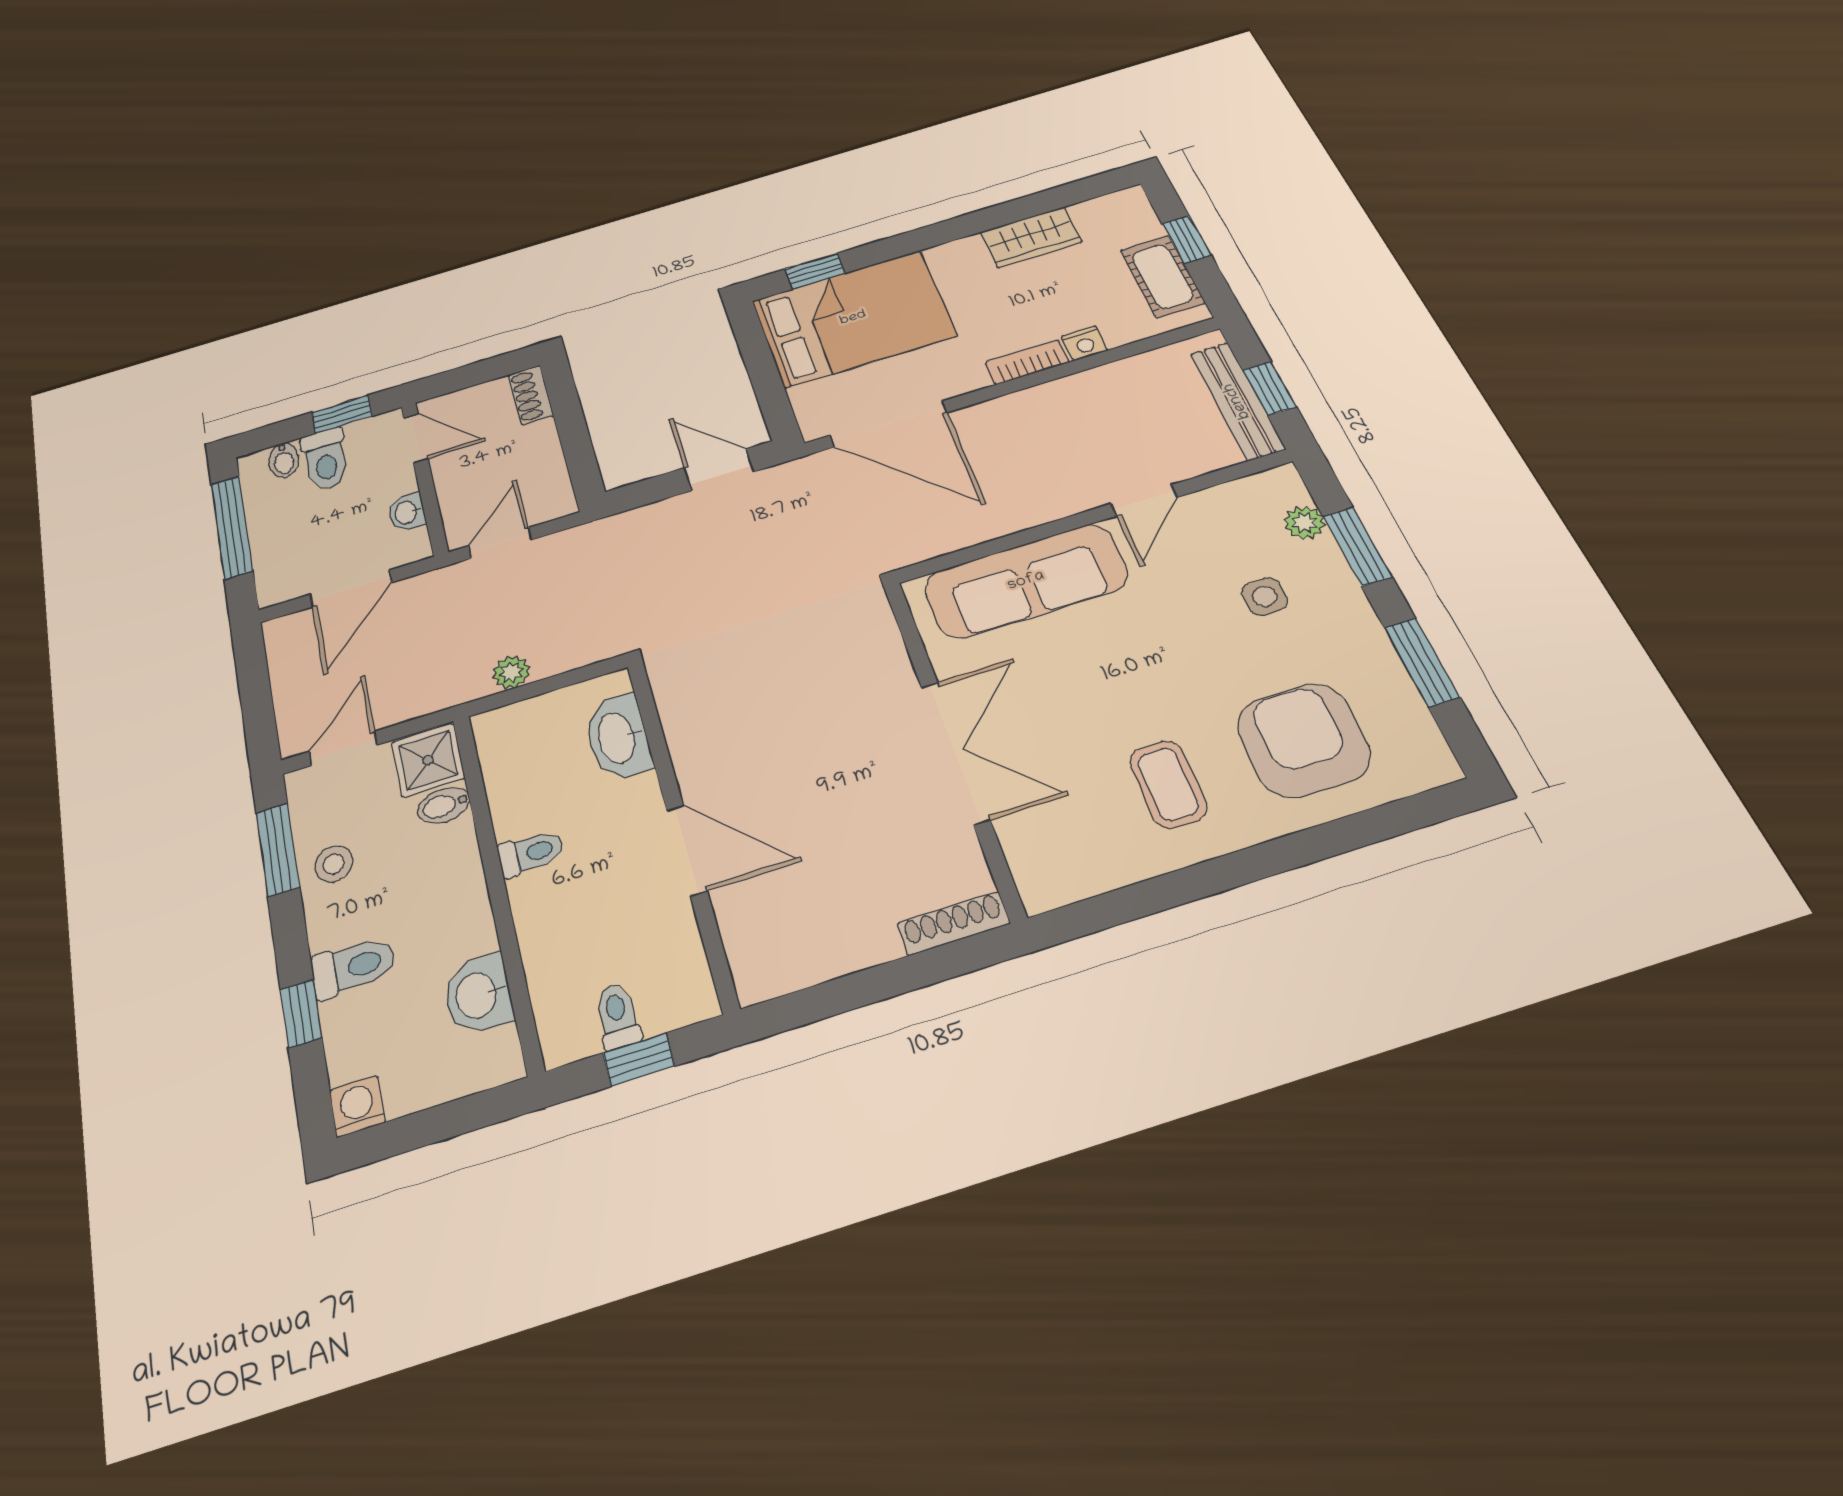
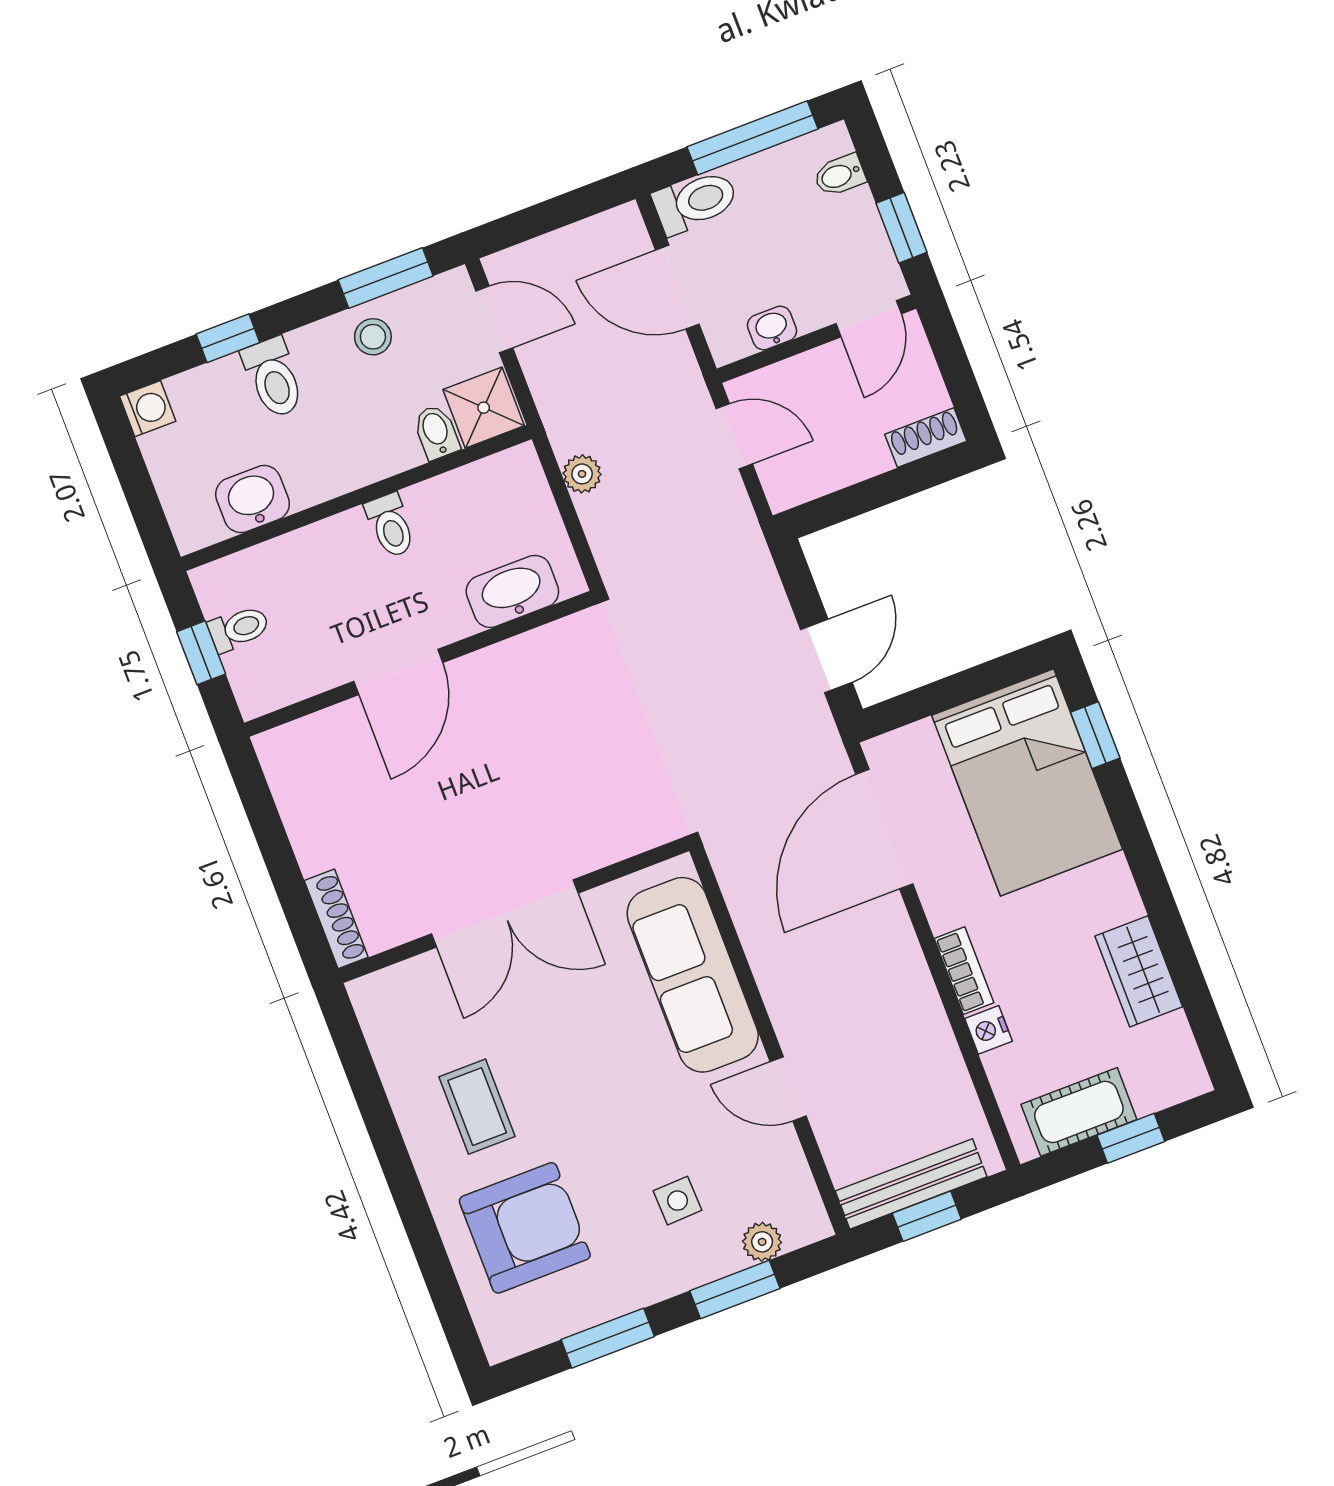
toilet: (325, 459) -> (695, 202), moved, turned 180
coffee table: (1168, 784) -> (477, 1107), turned 90

